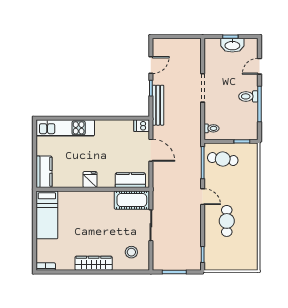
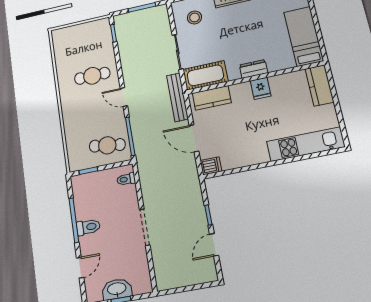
bench: (158, 105) -> (177, 97), moved
dresser: (92, 197) -> (254, 69), added
cafe table: (227, 221) -> (92, 76), turned 90

